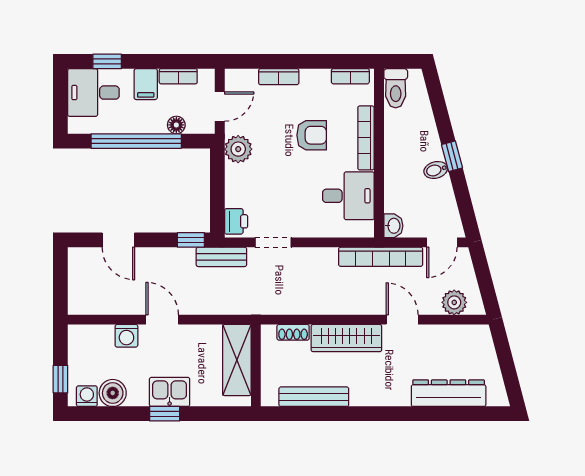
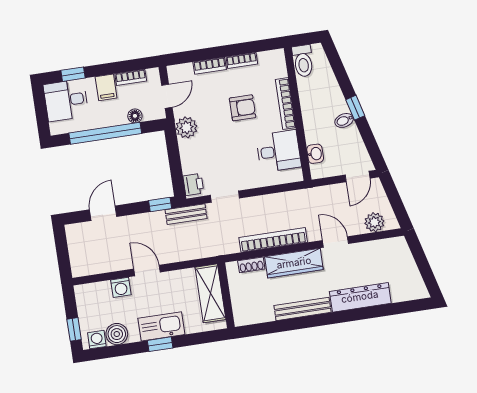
bookcase: (350, 76) -> (242, 61), moved
washbasin: (393, 226) -> (315, 154), moved
door: (118, 240) -> (103, 213), swing flipped
bookcase: (381, 257) -> (273, 240), moved, turned 180
kitchen sink: (170, 392) -> (161, 326), width x1.38
dresser: (449, 393) -> (360, 297), moved
bench: (314, 397) -> (303, 309), moved

